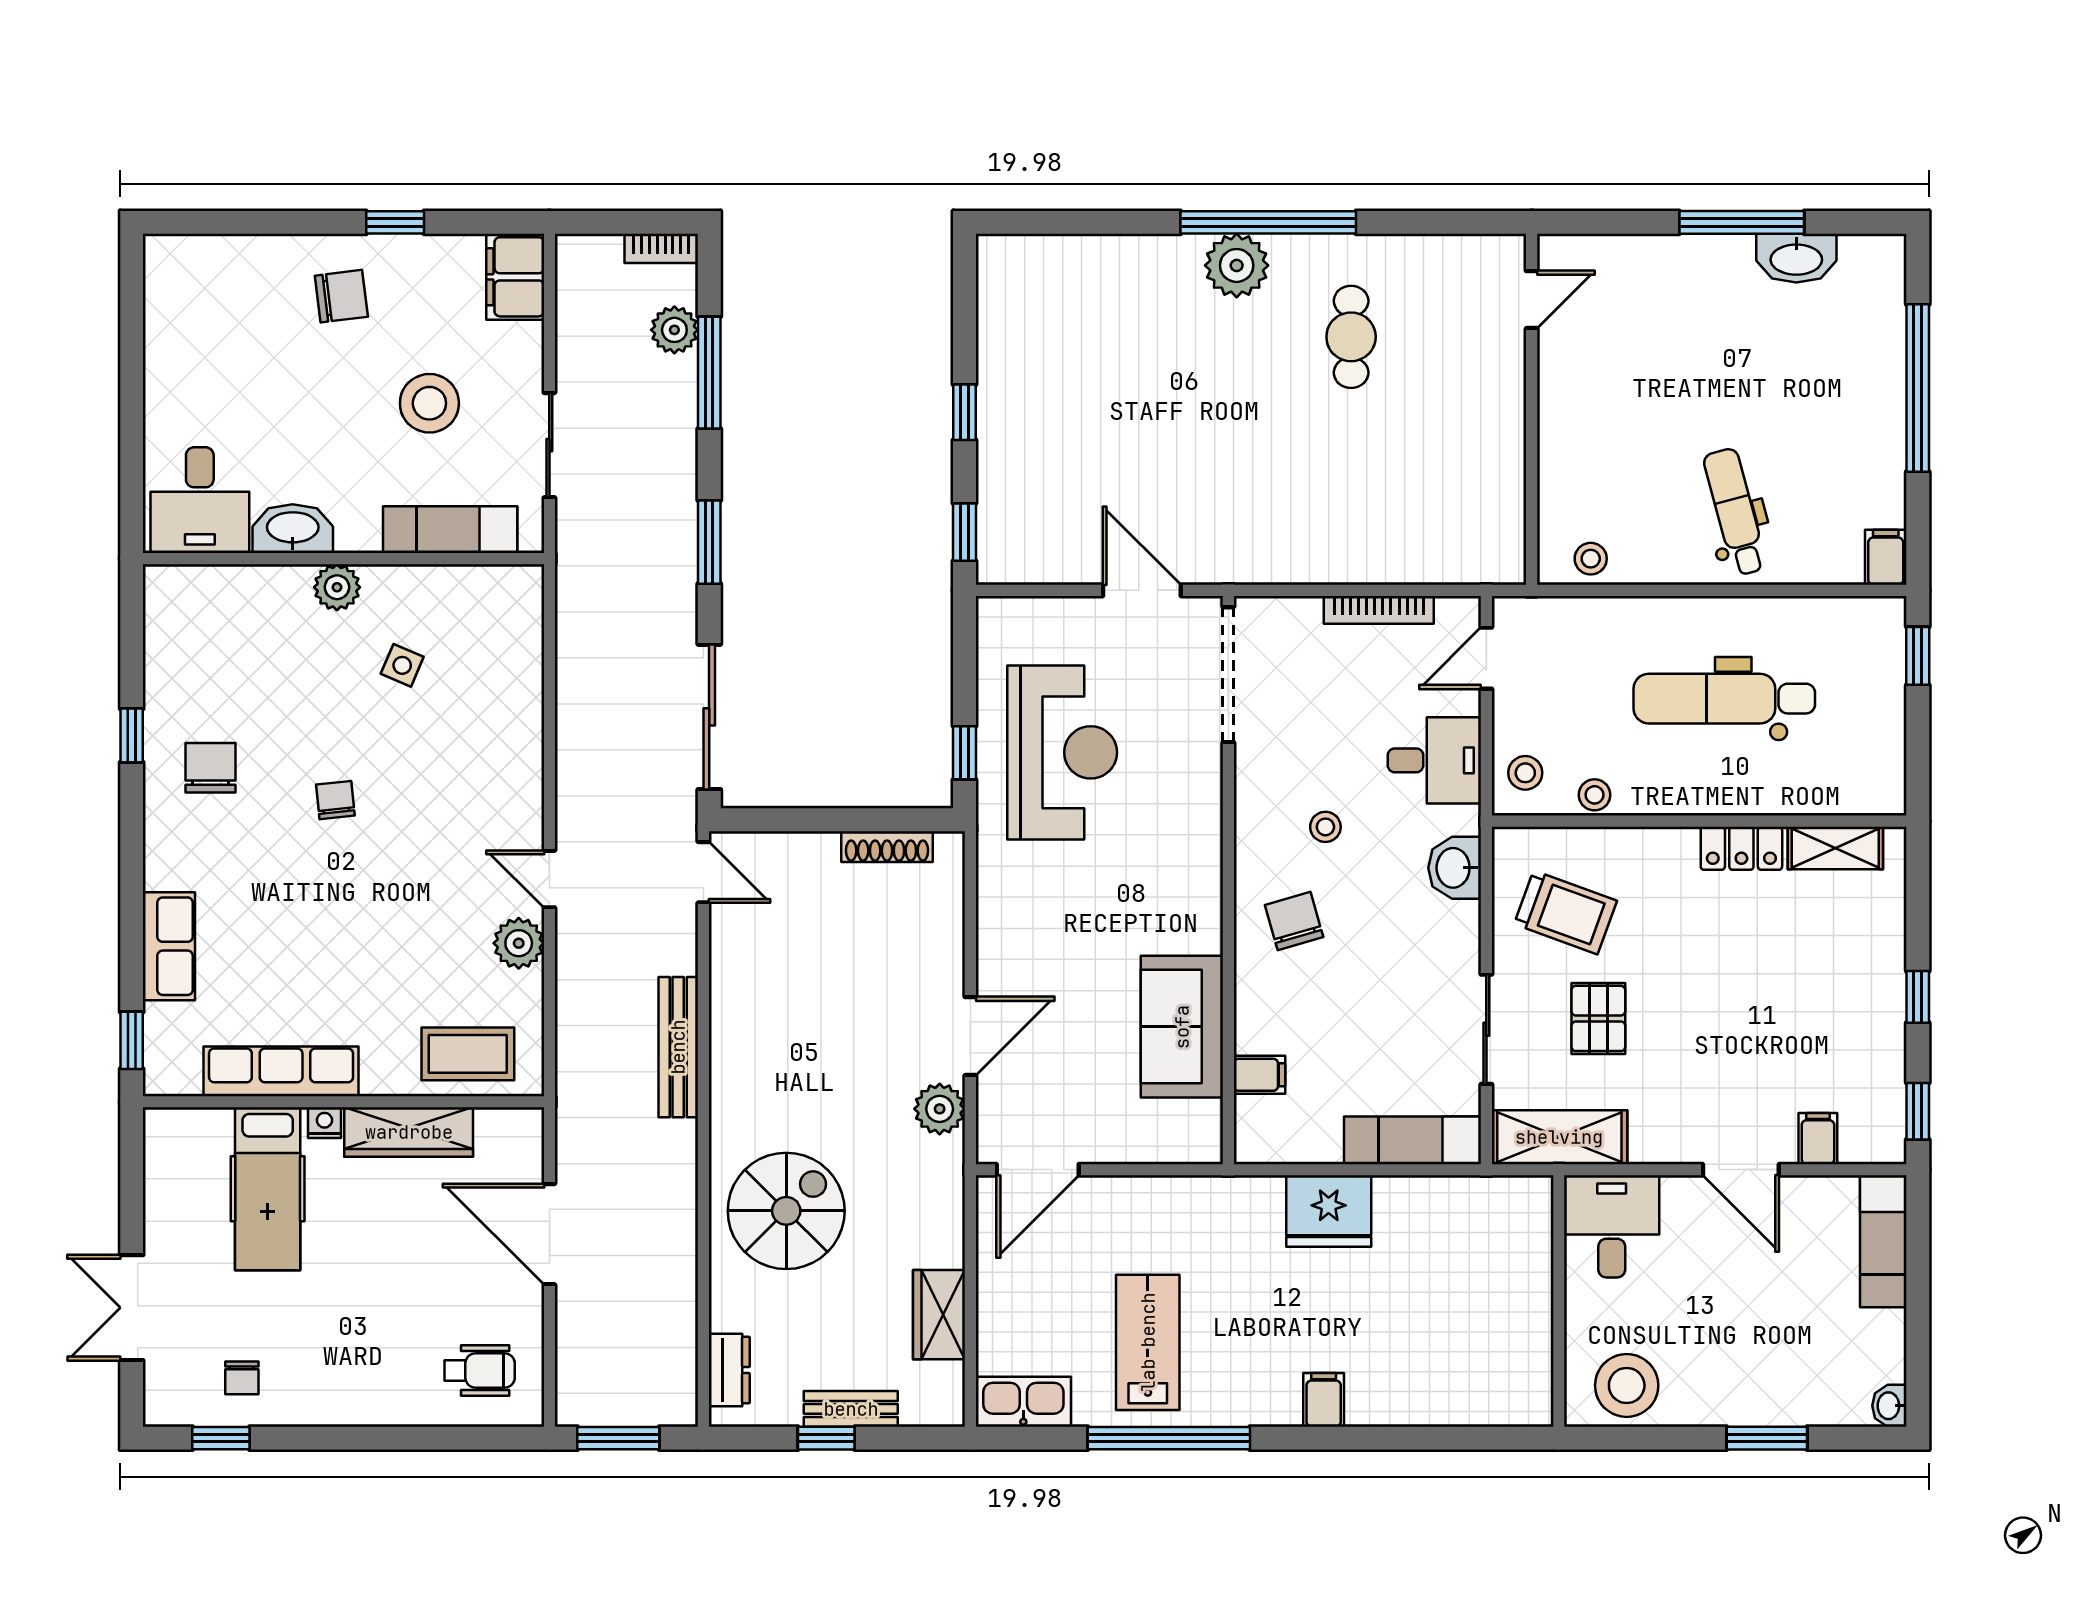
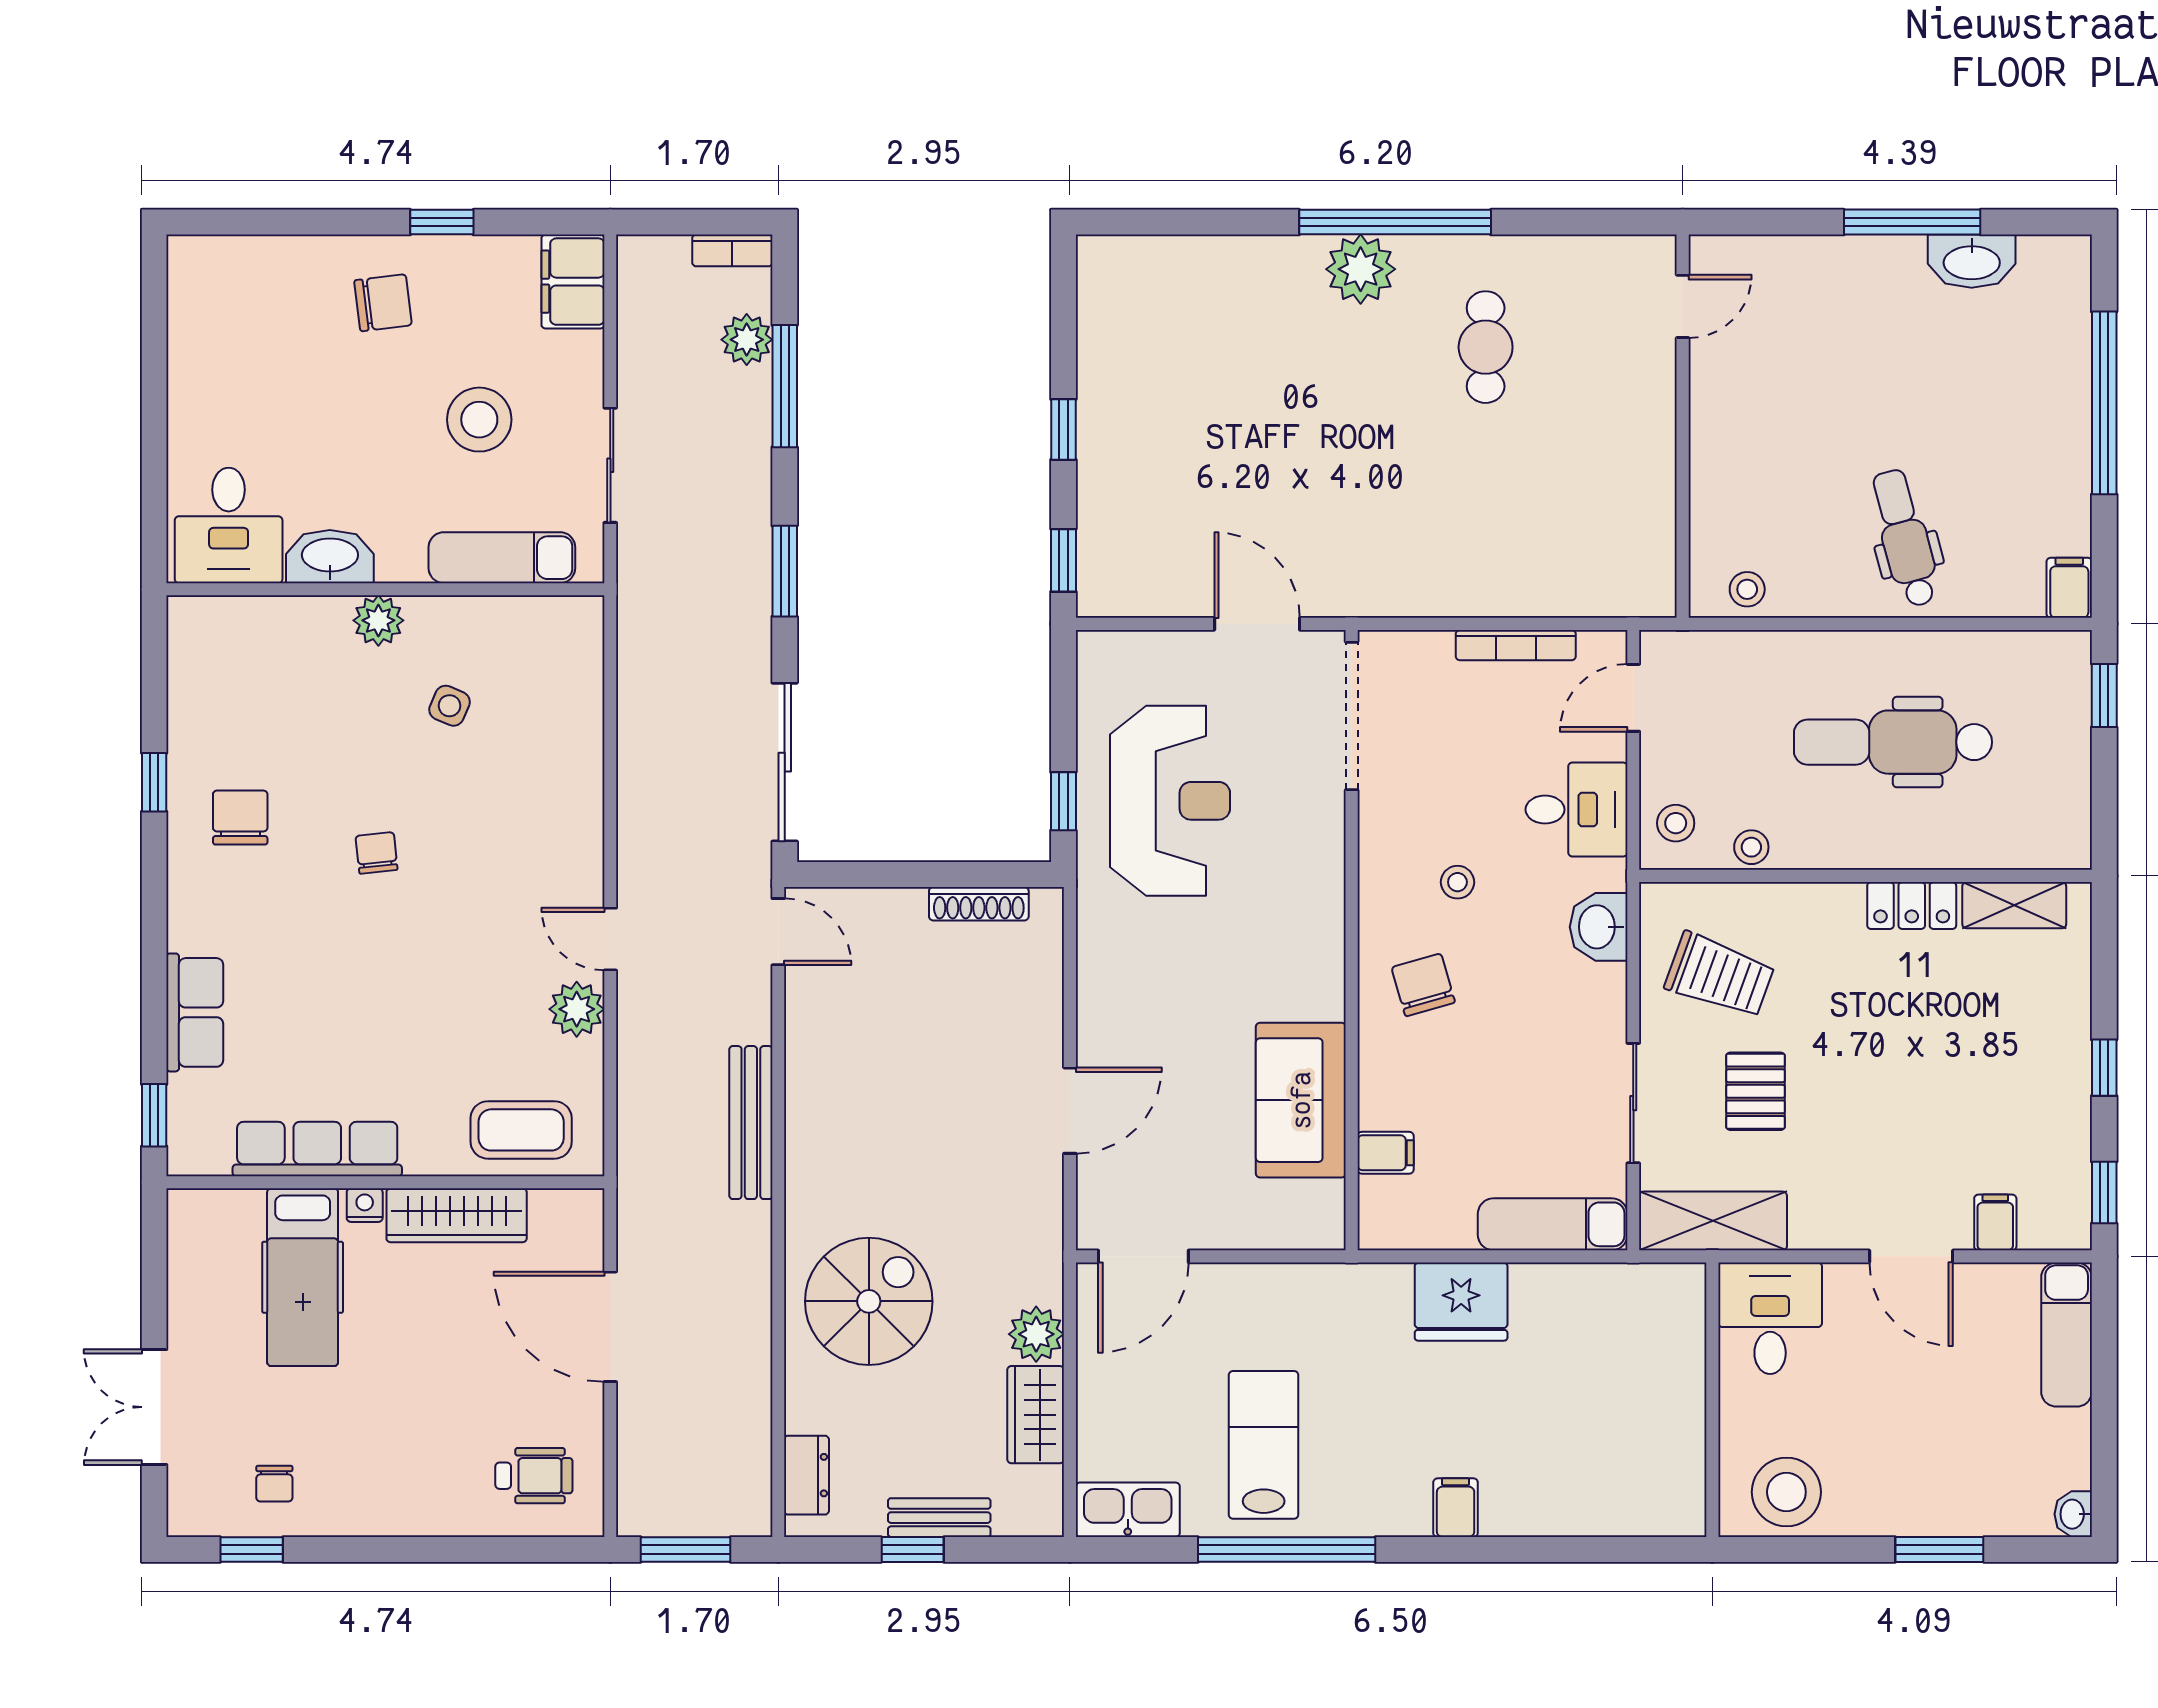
plant: (940, 1109) -> (1036, 1334), moved

